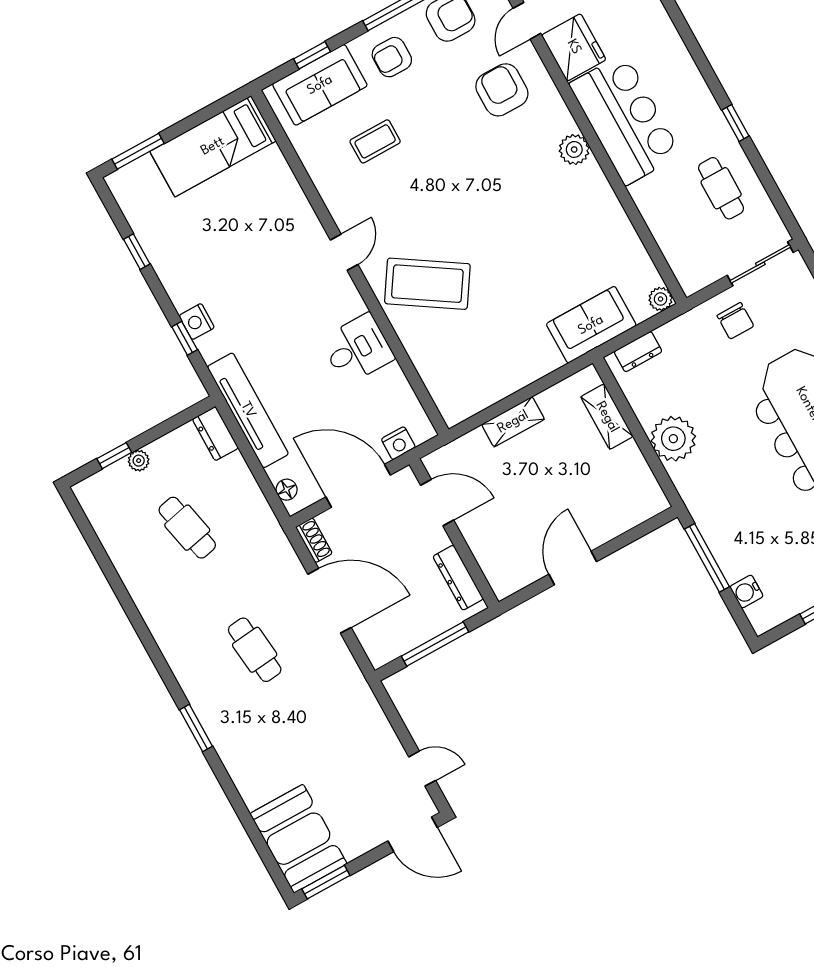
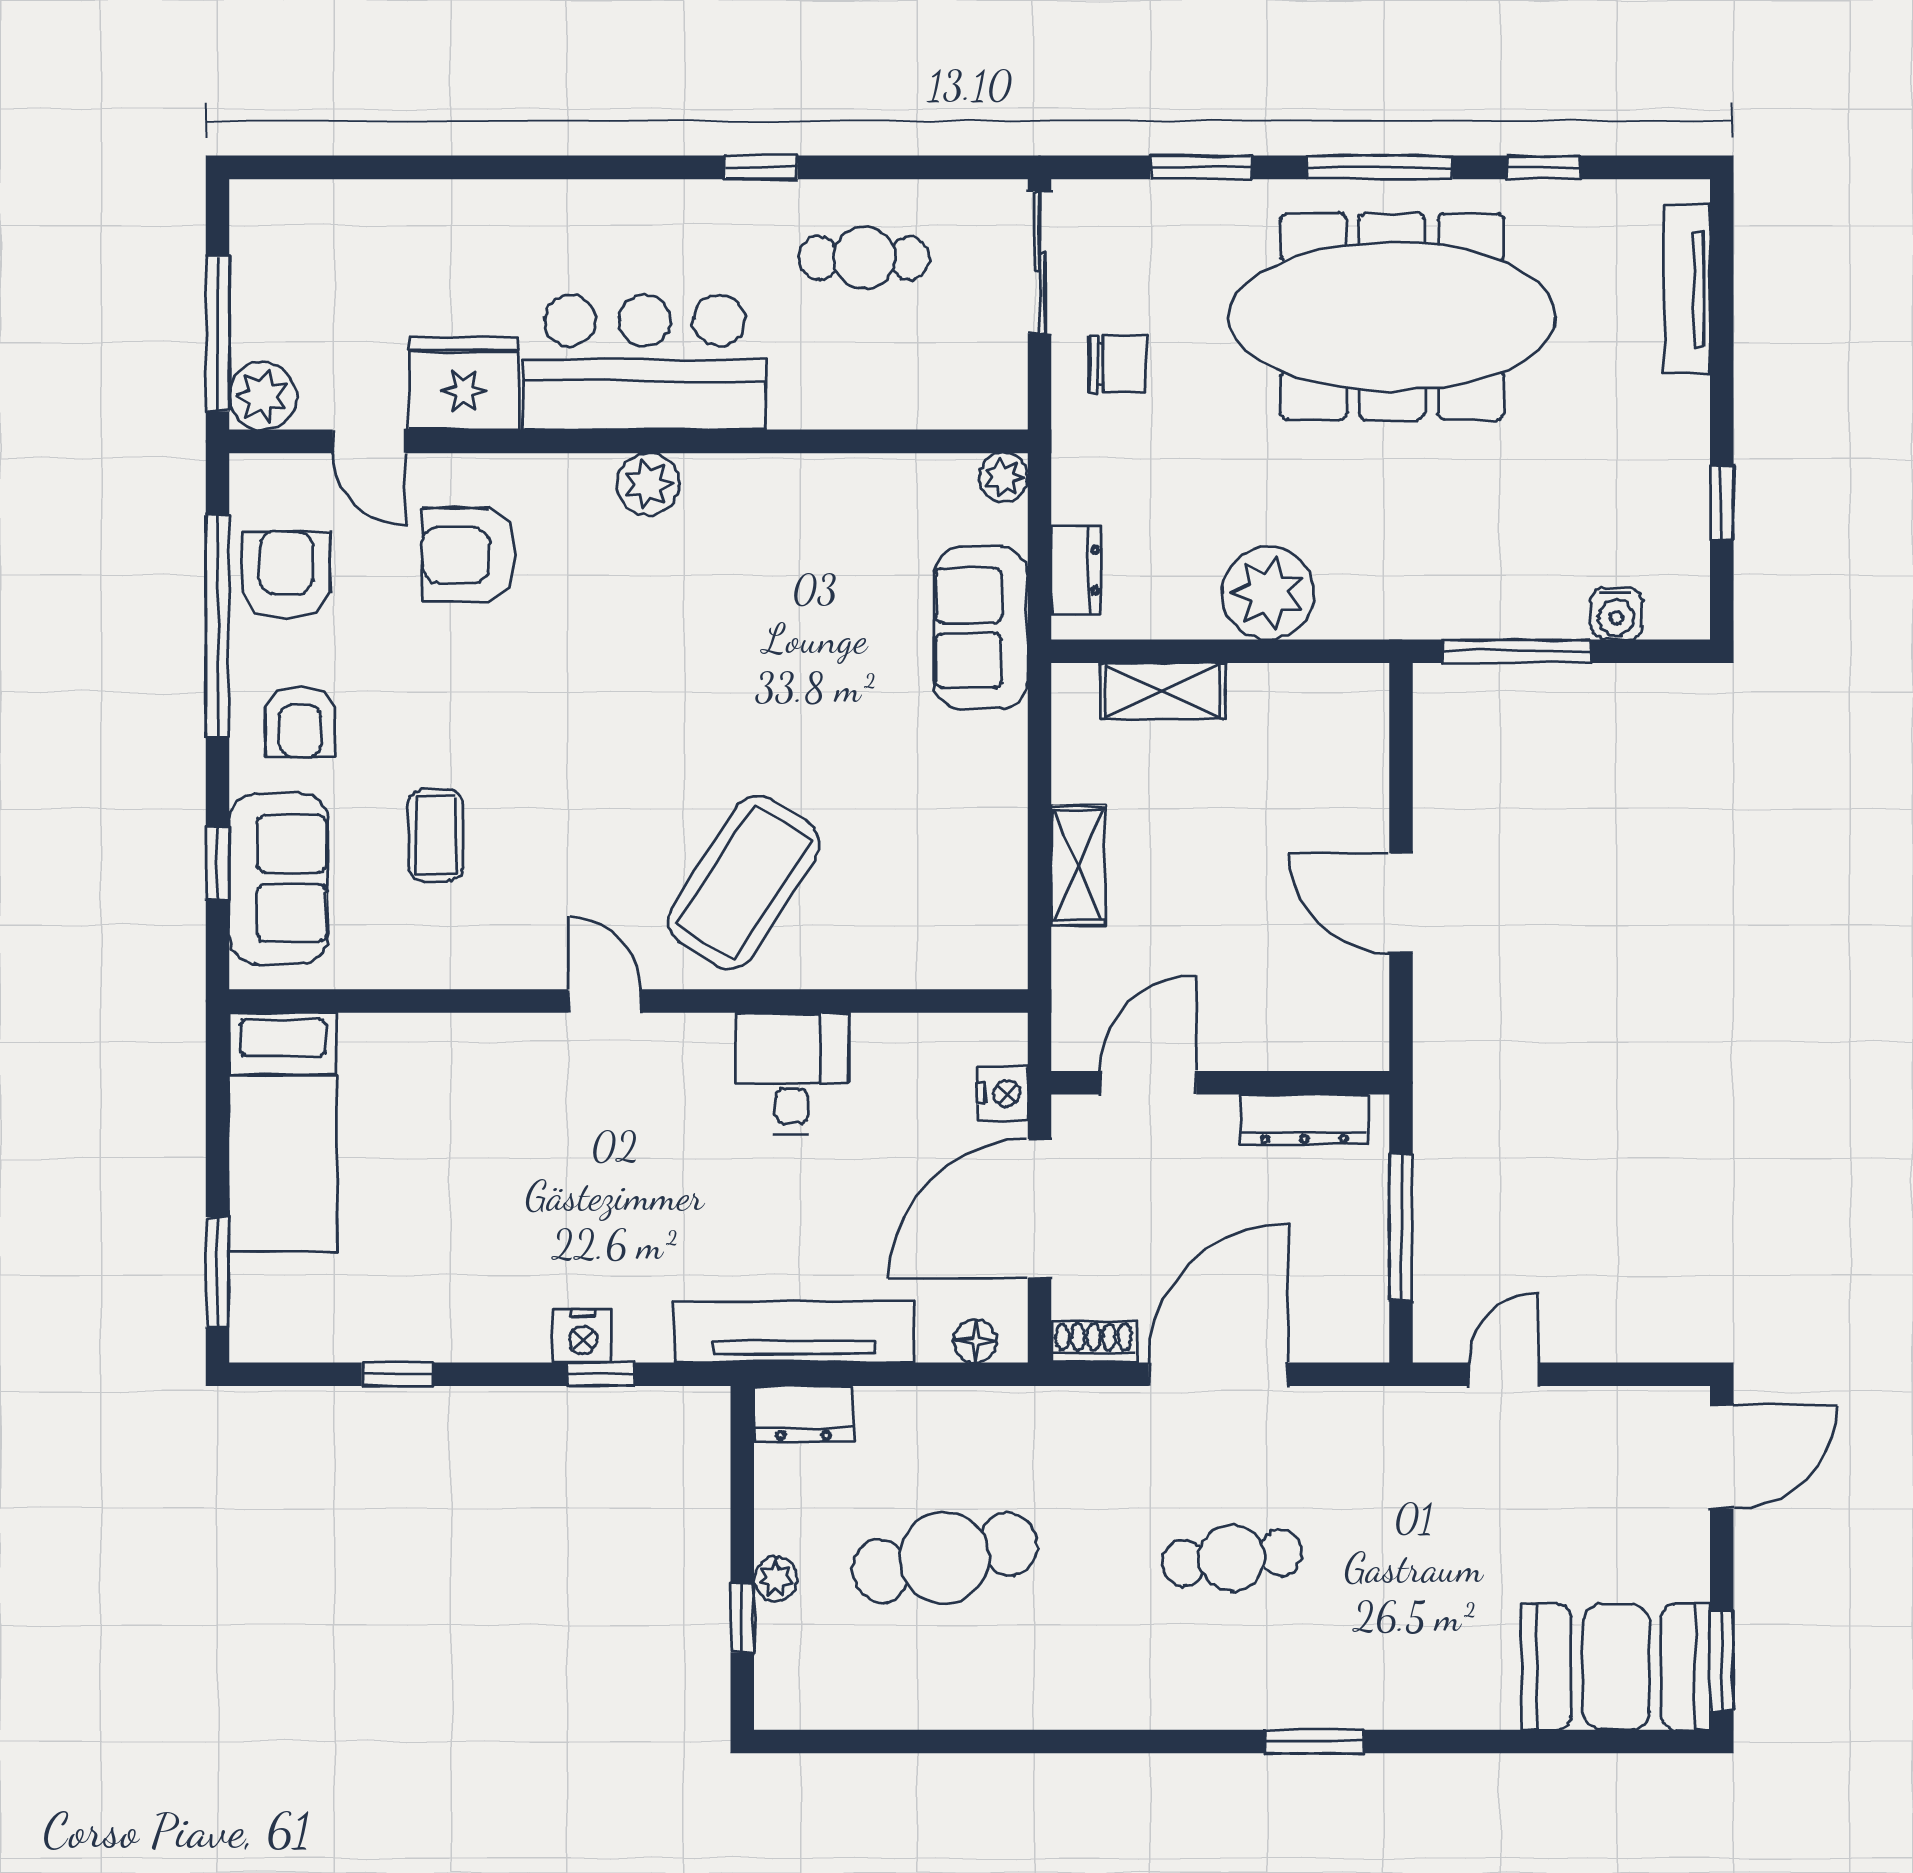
cafe table: (187, 528) -> (945, 1558), width x1.37, depth x1.35
door: (422, 769) -> (1504, 1374), moved

